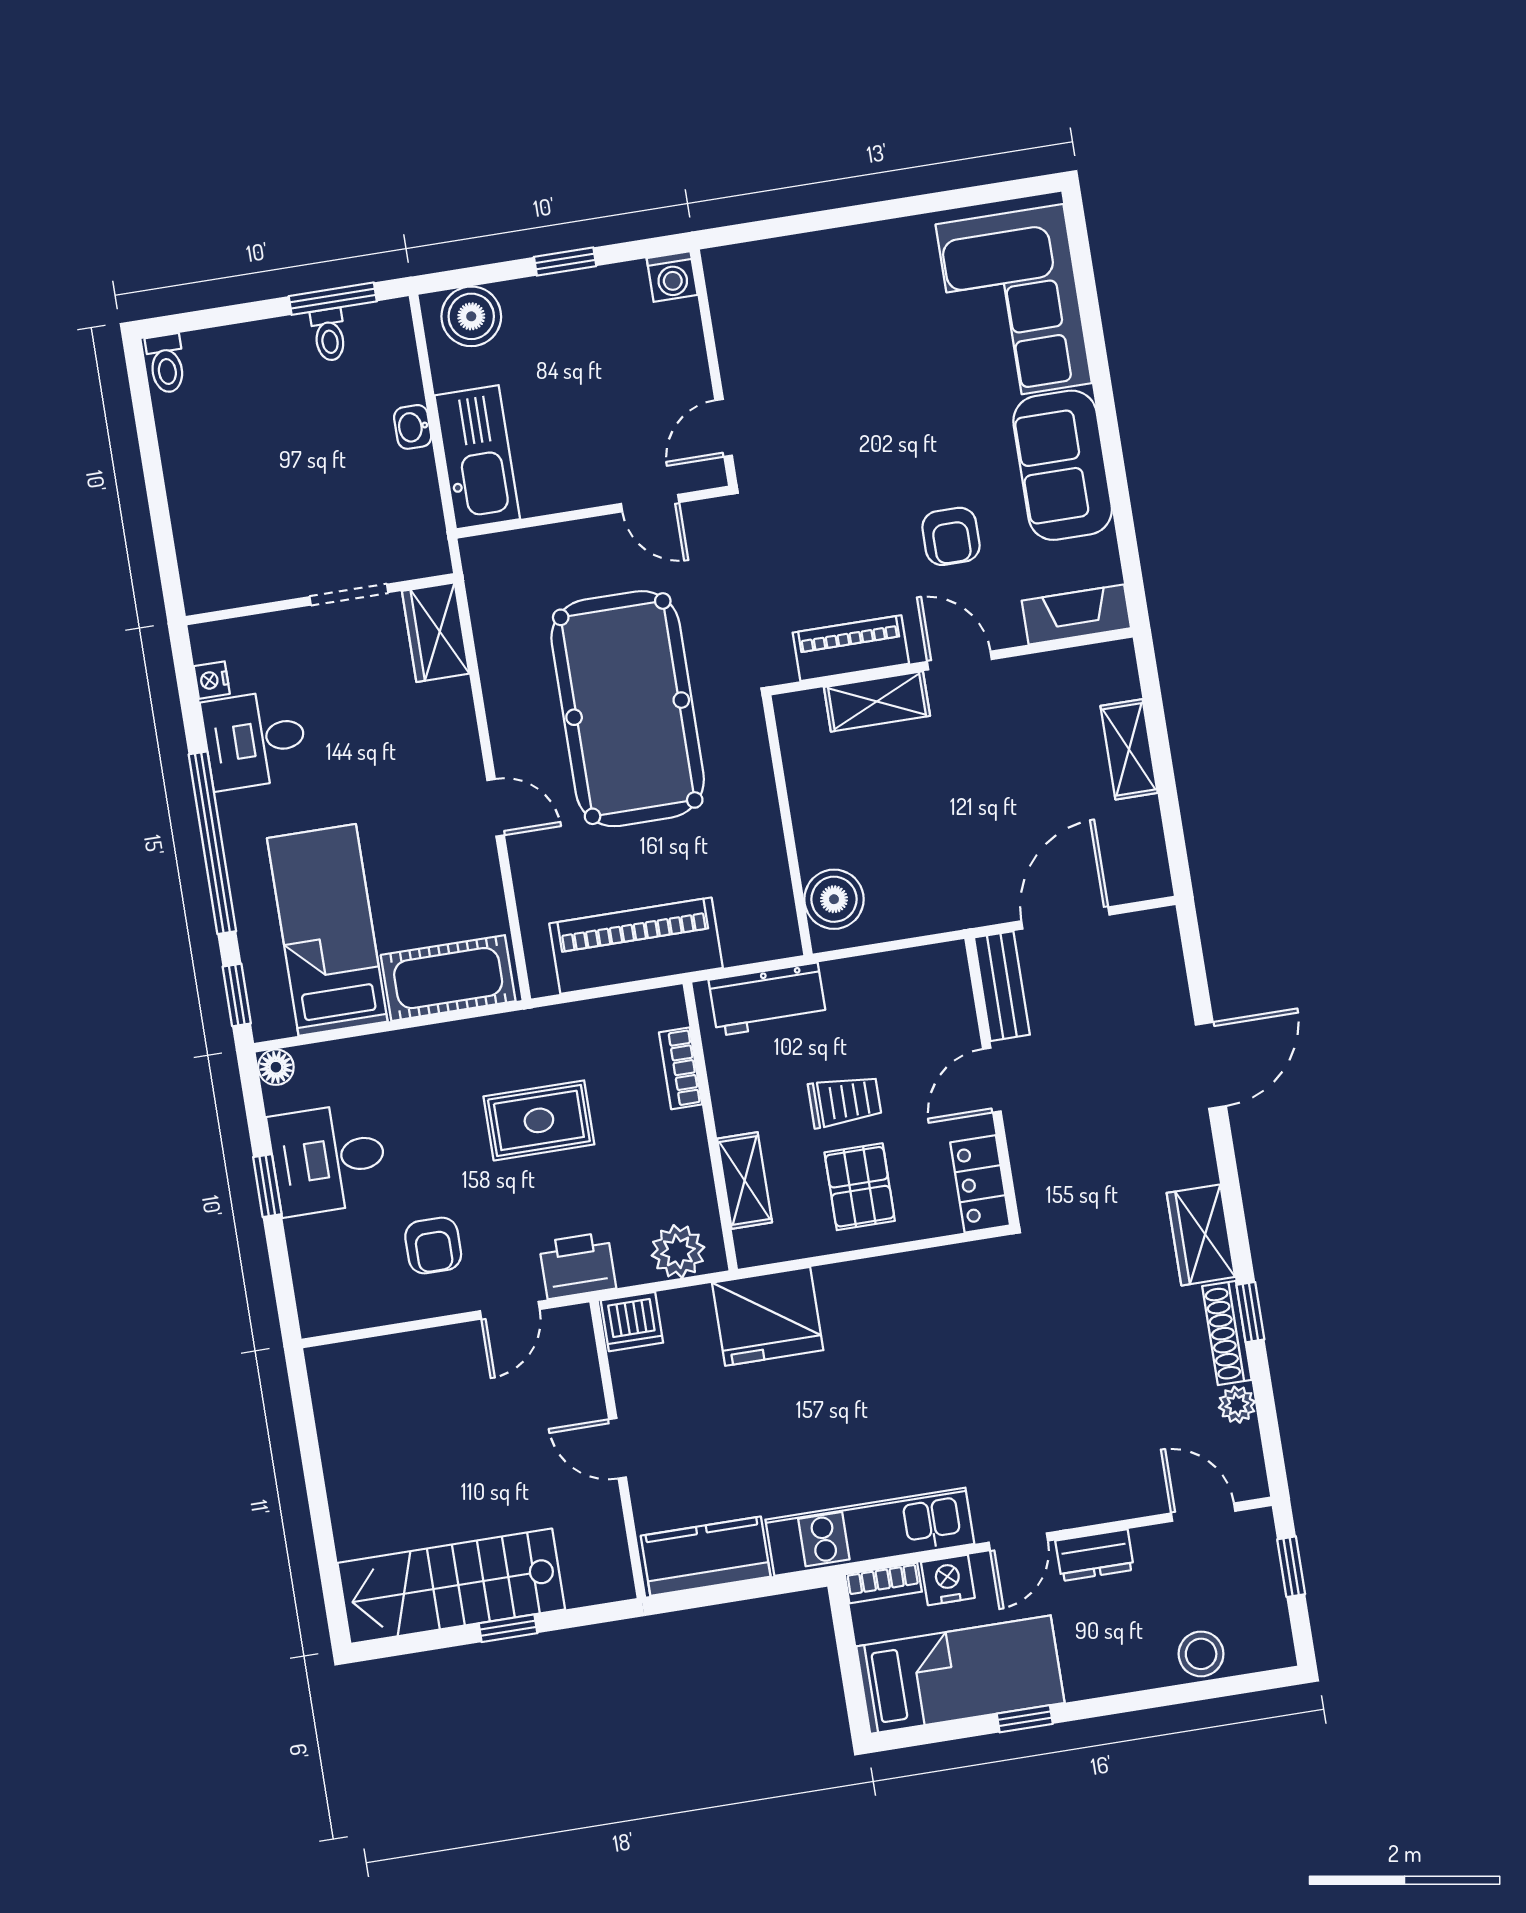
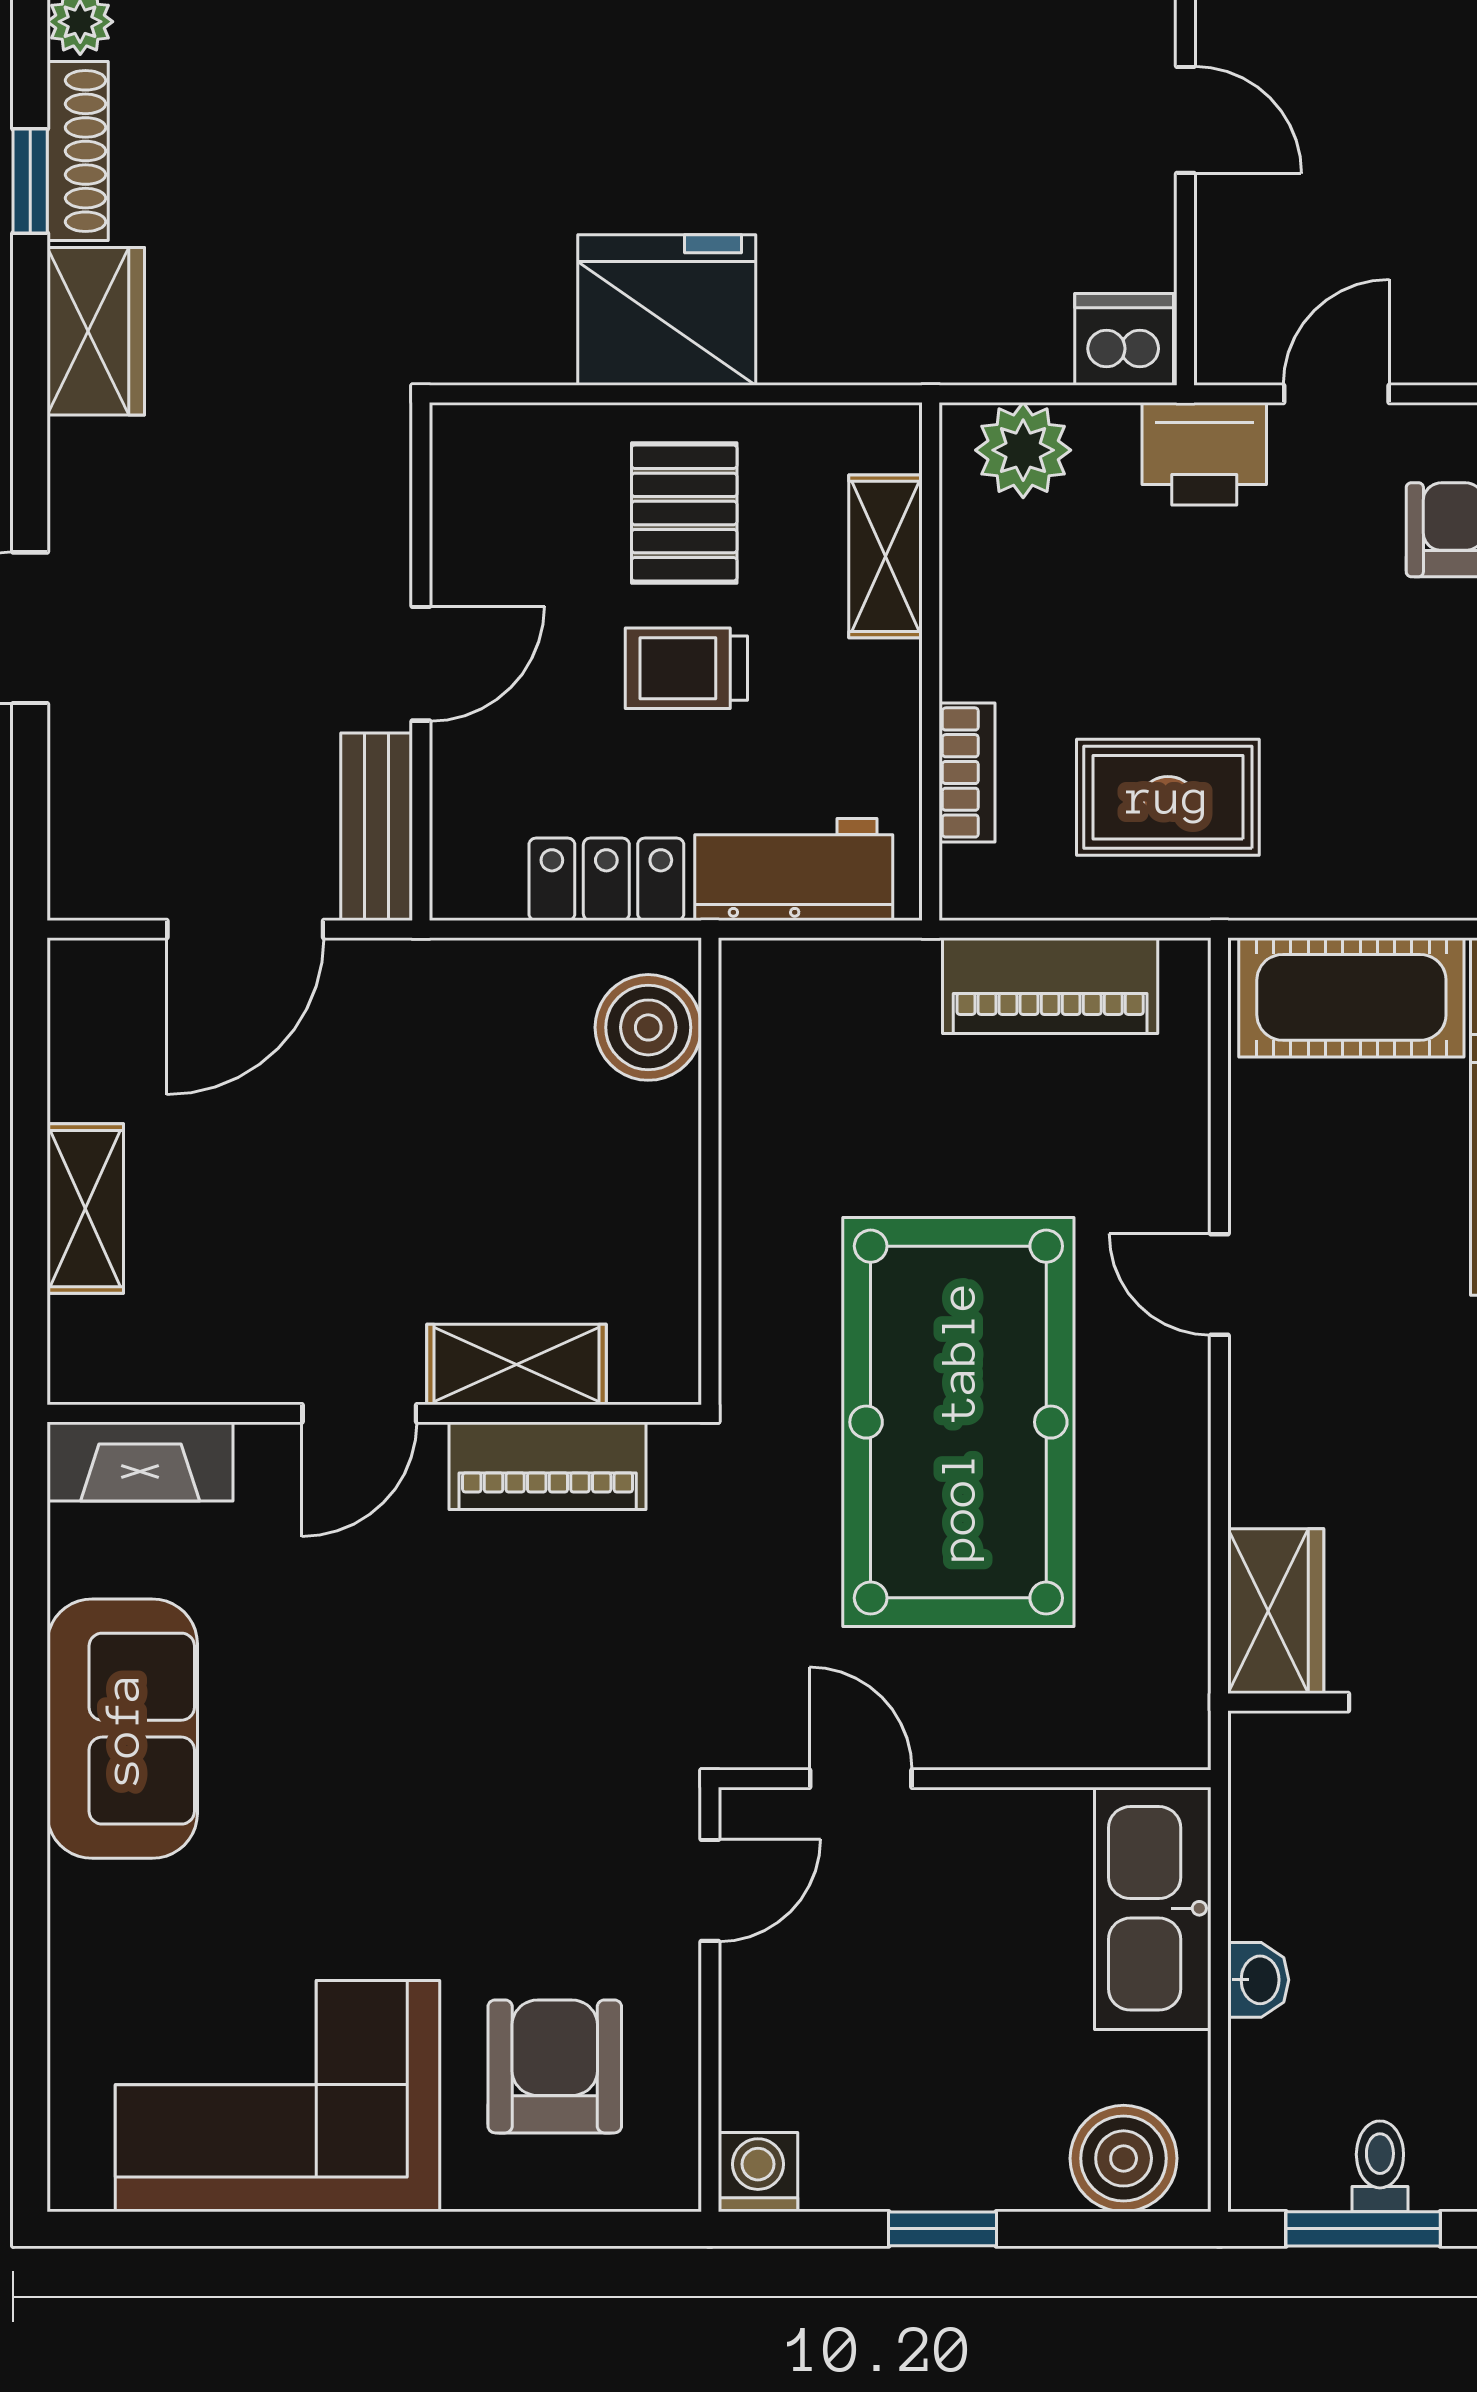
corner sofa: (1014, 304) -> (278, 2096), moved, turned -90
armchair: (951, 536) -> (555, 2066), moved, width x1.38, depth x1.38
door: (959, 660) -> (359, 1413), hinge flipped
piano: (636, 946) -> (1050, 986), width x0.73, depth x0.75
rug: (539, 1120) -> (1168, 797), moved
locker: (980, 1184) -> (606, 879), moved, turned -90
fridge: (768, 1316) -> (667, 310), moved

